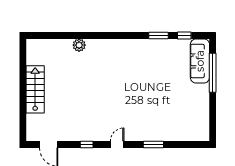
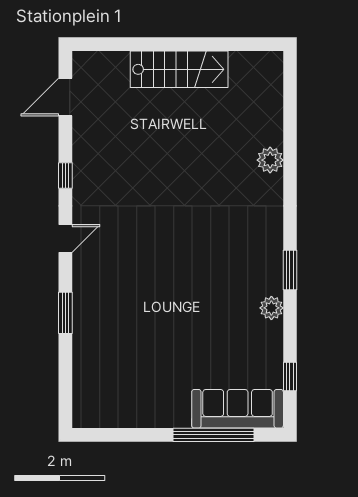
window: (158, 36) -> (290, 270), moved
plant: (151, 45) -> (271, 308), added
door: (117, 145) -> (65, 239), hinge flipped

